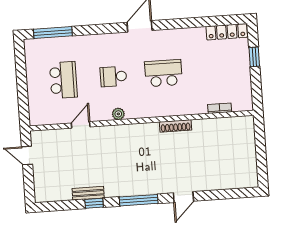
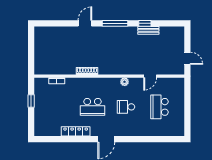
window: (53, 32) -> (164, 139), removed
locker: (227, 32) -> (76, 131), moved
window: (254, 57) -> (31, 101), moved
school desk: (113, 77) -> (126, 107), turned 180

